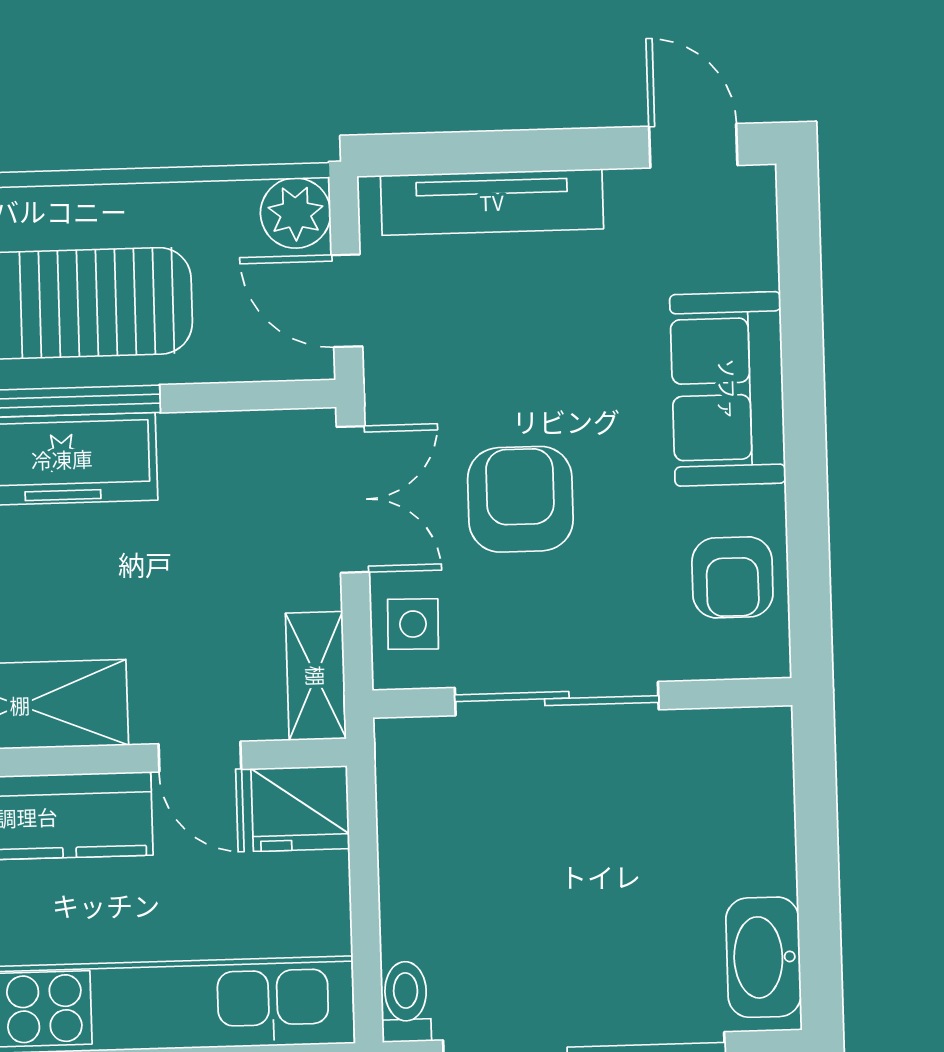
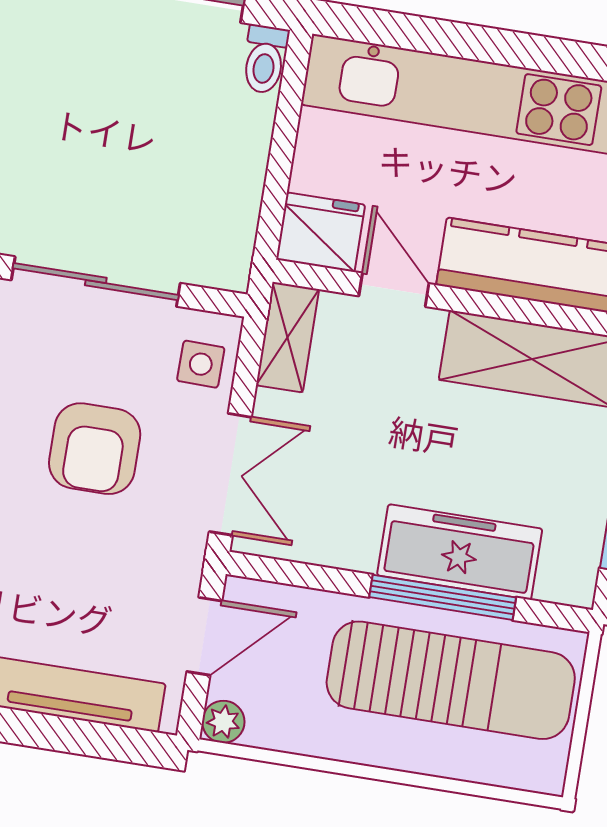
plant: (296, 213) -> (223, 722), width x0.73, depth x0.73
door: (347, 301) -> (204, 636), hinge flipped
double door: (353, 499) -> (230, 474), swing flipped

